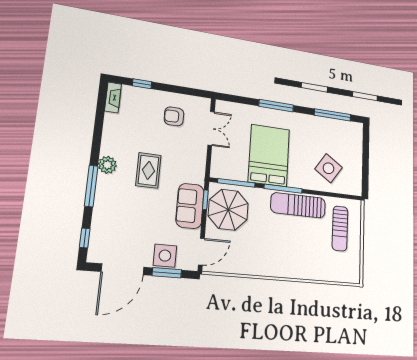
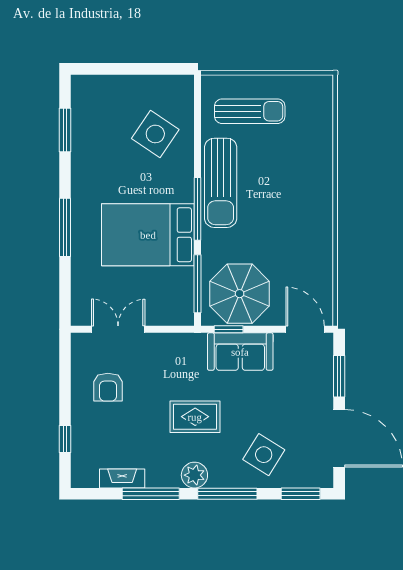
fireplace: (113, 97) -> (122, 478), moved
window: (333, 115) -> (65, 130), width x0.69
window: (98, 134) -> (151, 494), added
window: (85, 238) -> (301, 494), width x1.50
side table: (165, 256) -> (264, 455), moved, turned 32

